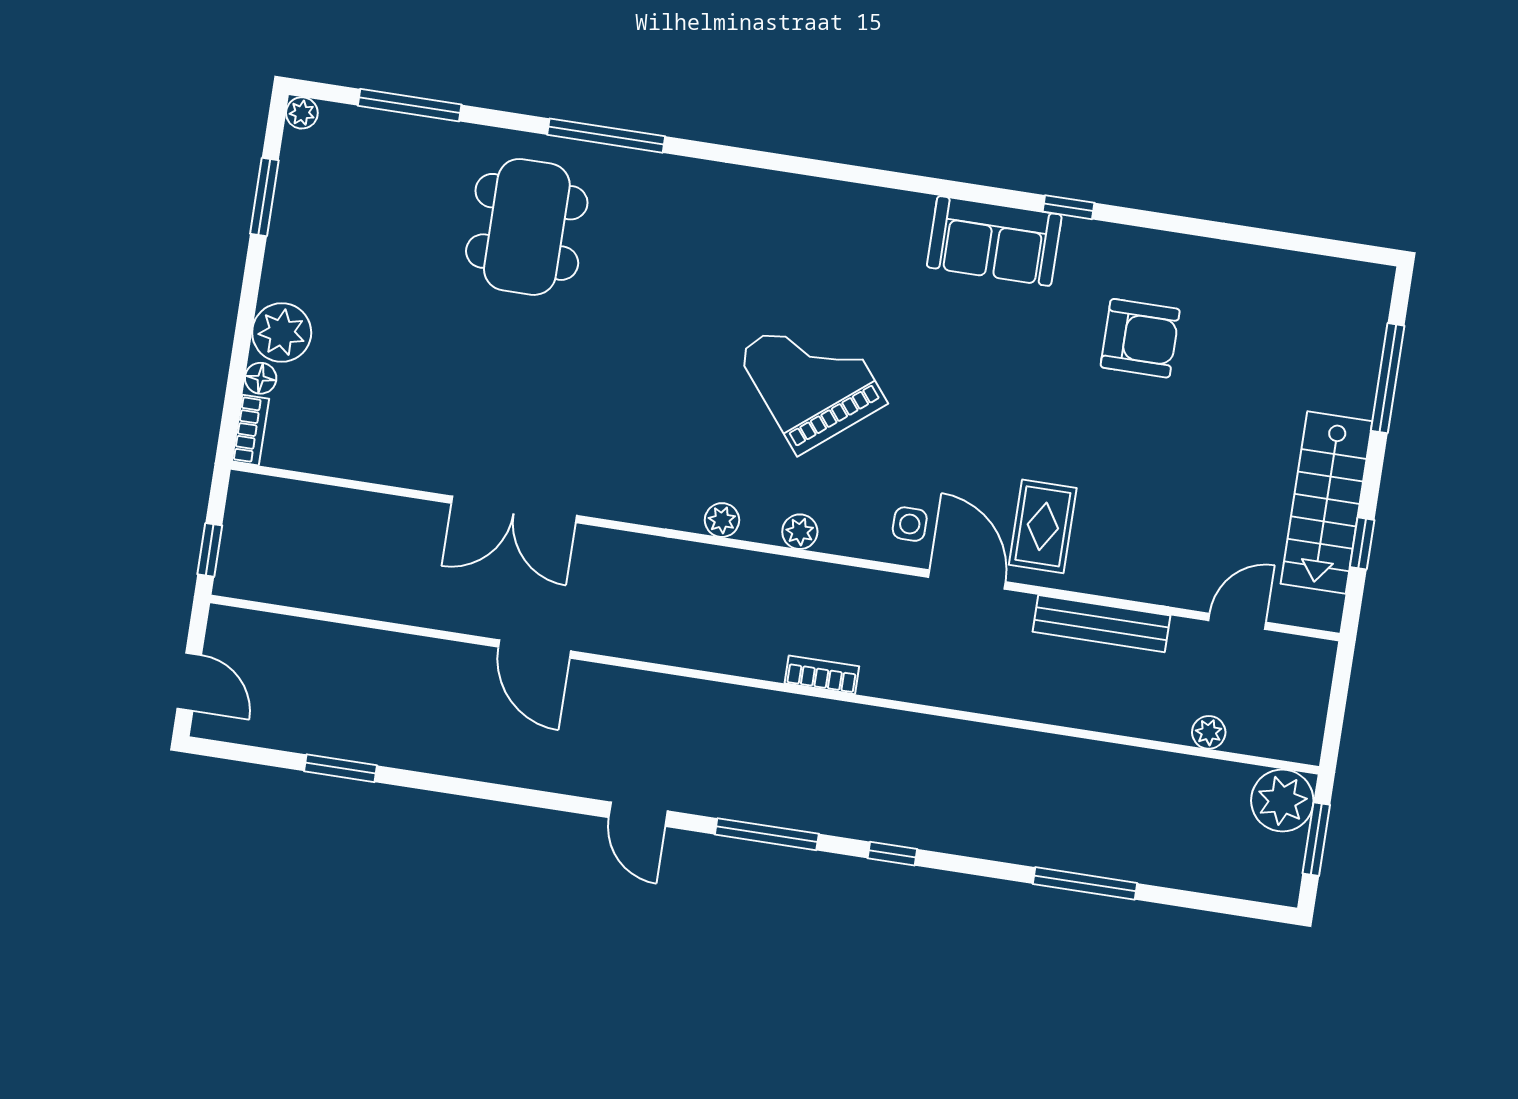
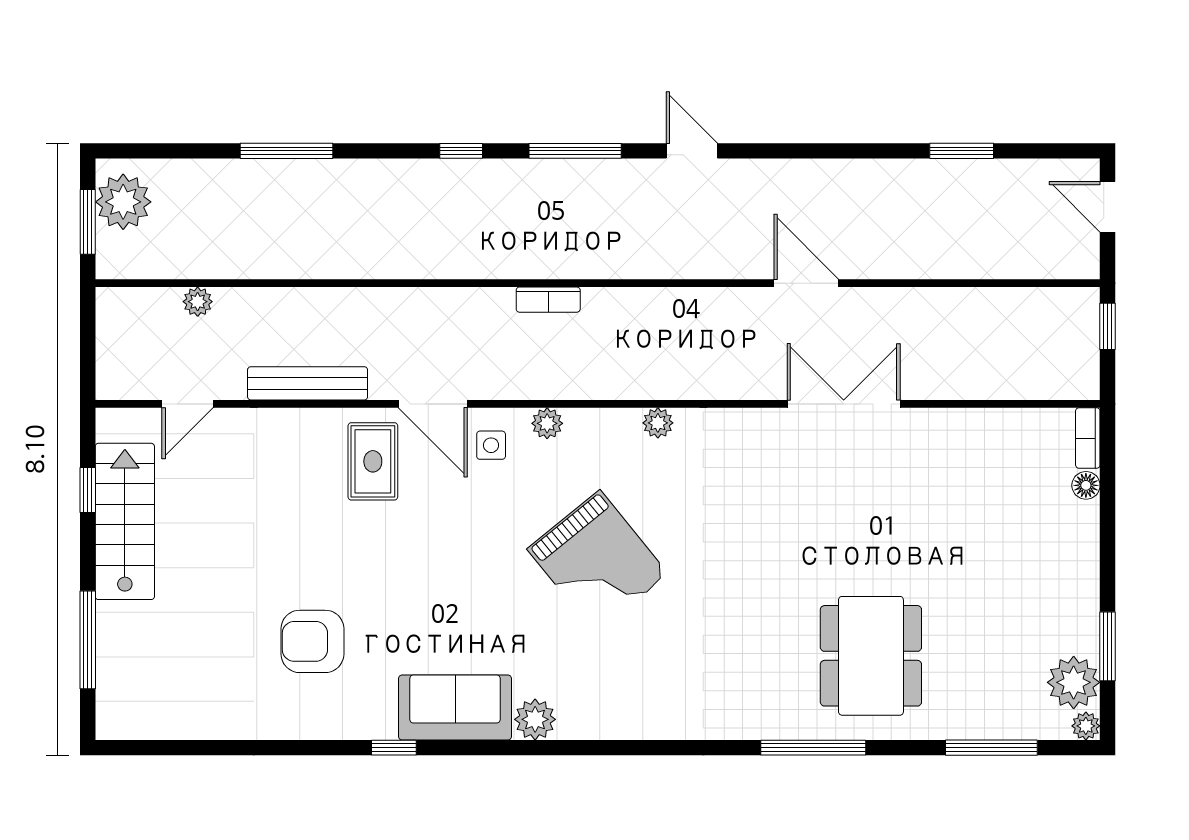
plant: (908, 214) -> (535, 719), added
plant: (282, 332) -> (1074, 682), moved
plant: (800, 532) -> (547, 423), moved
plant: (1282, 800) -> (123, 202), moved

